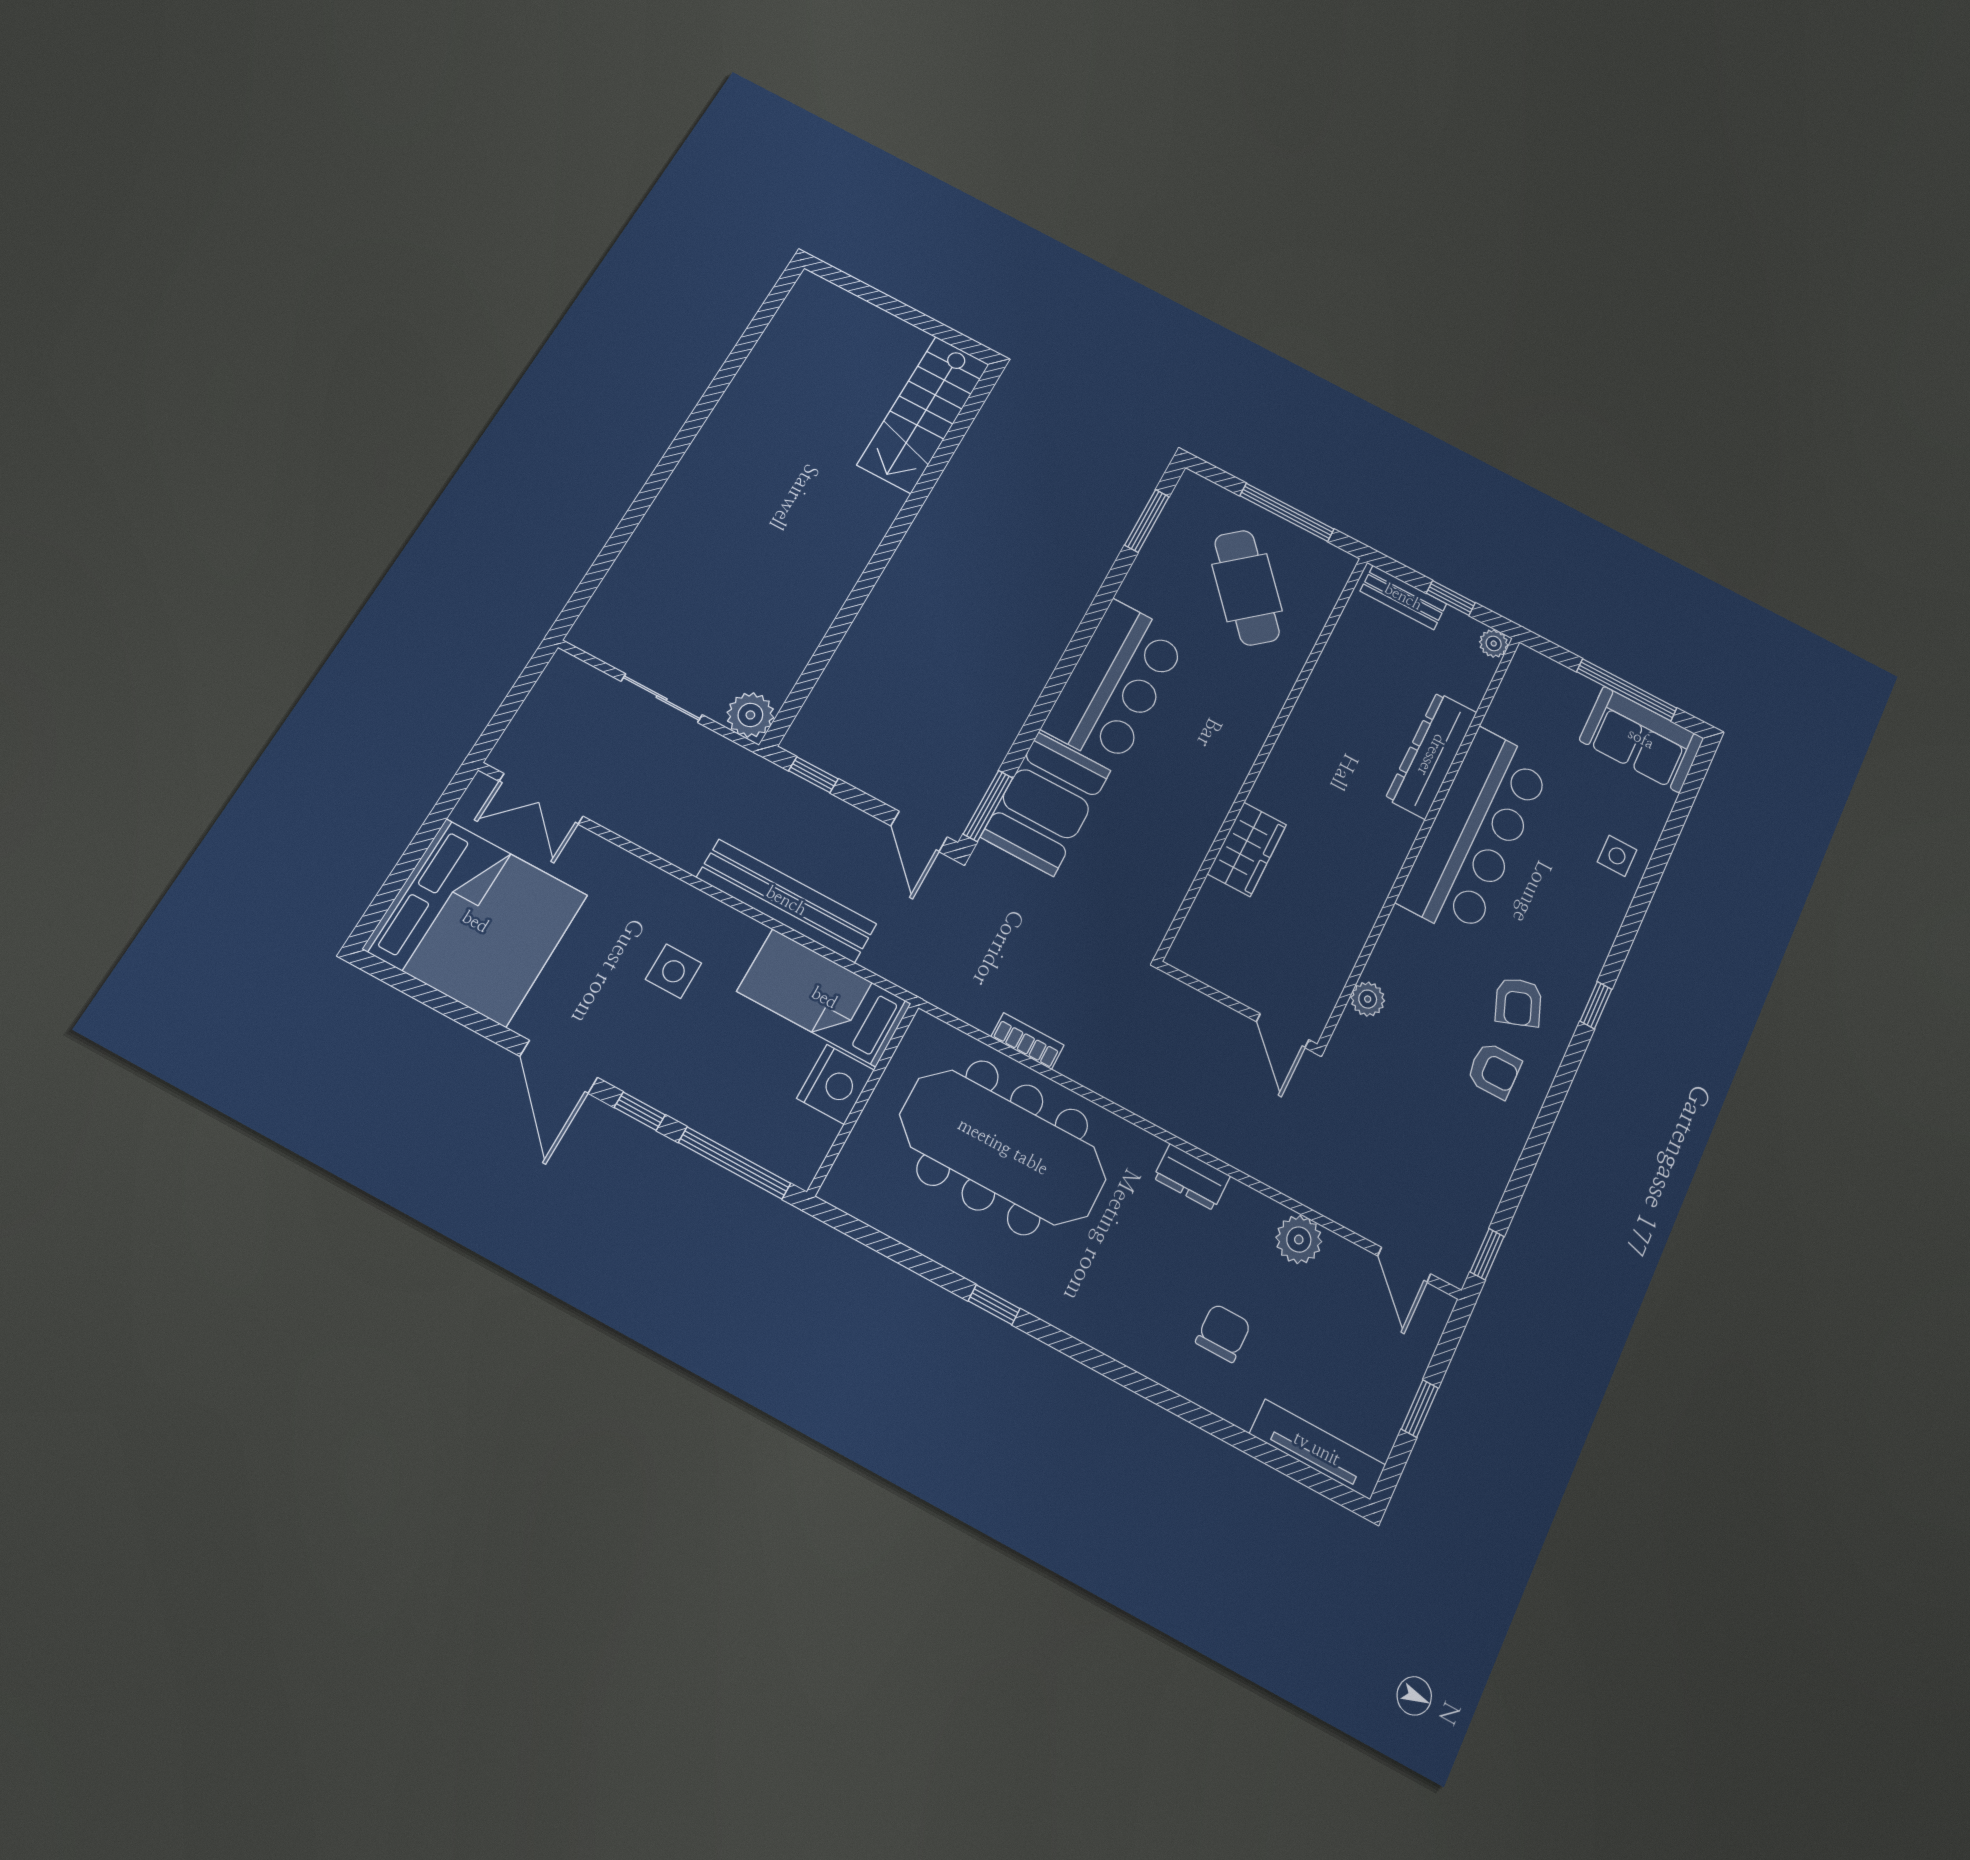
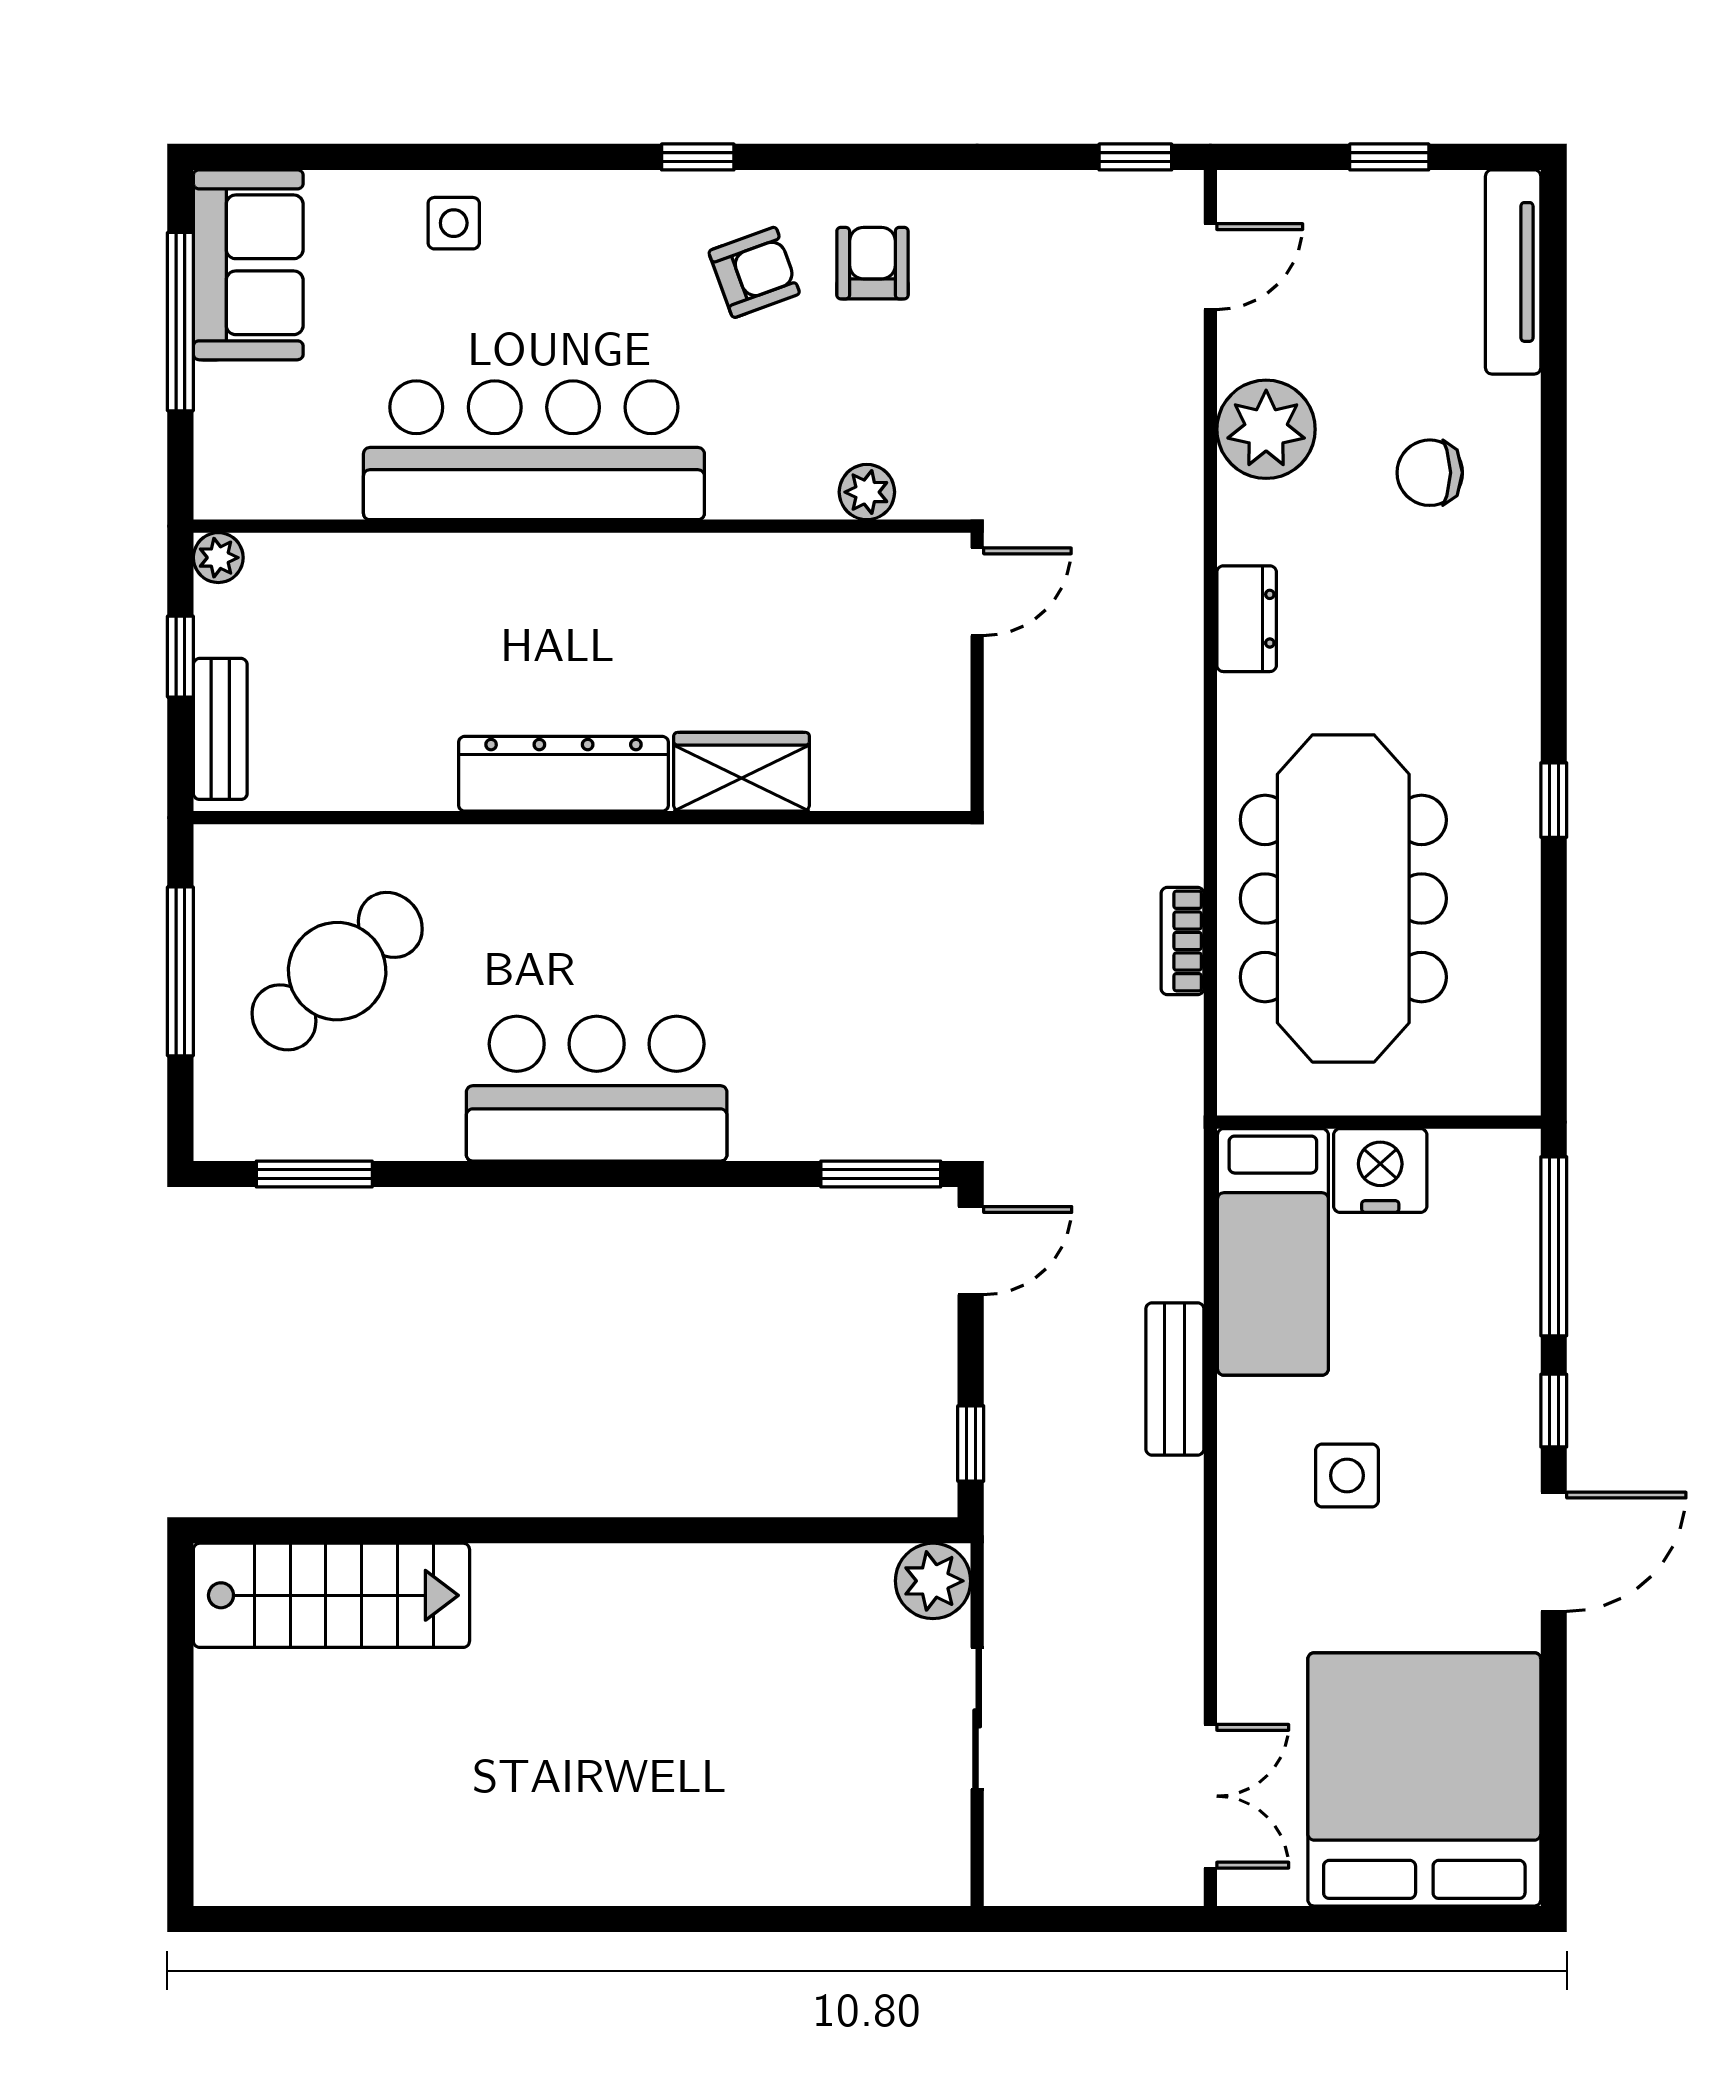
dresser: (1431, 755) -> (563, 774), moved, turned 180
booth: (1046, 804) -> (832, 1094), removed
bench: (786, 901) -> (1175, 1379), width x0.54, depth x0.82
plant: (1299, 1240) -> (1266, 429), width x1.36, depth x1.36

